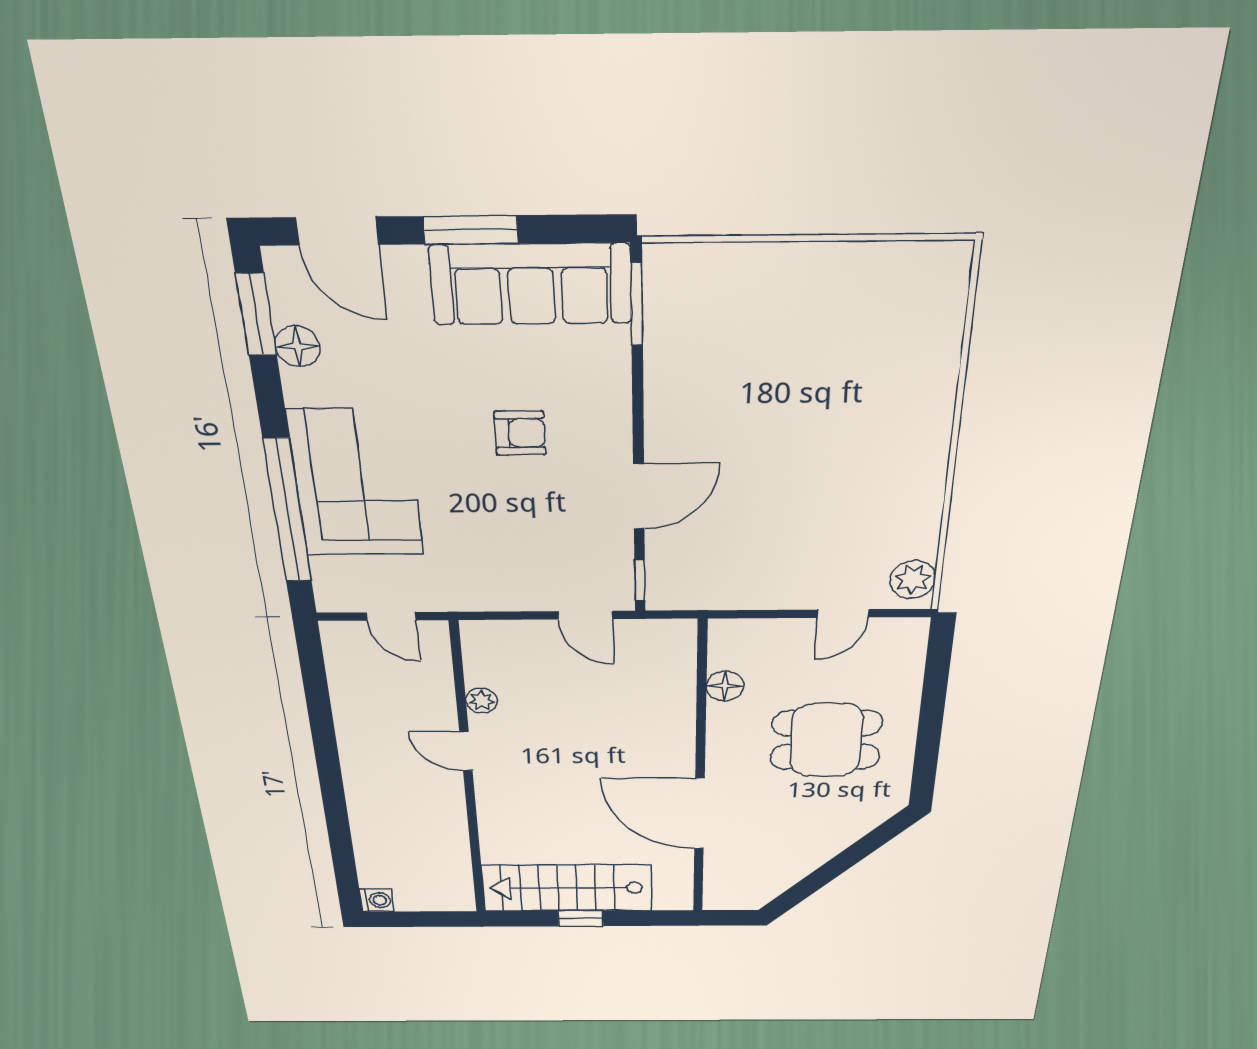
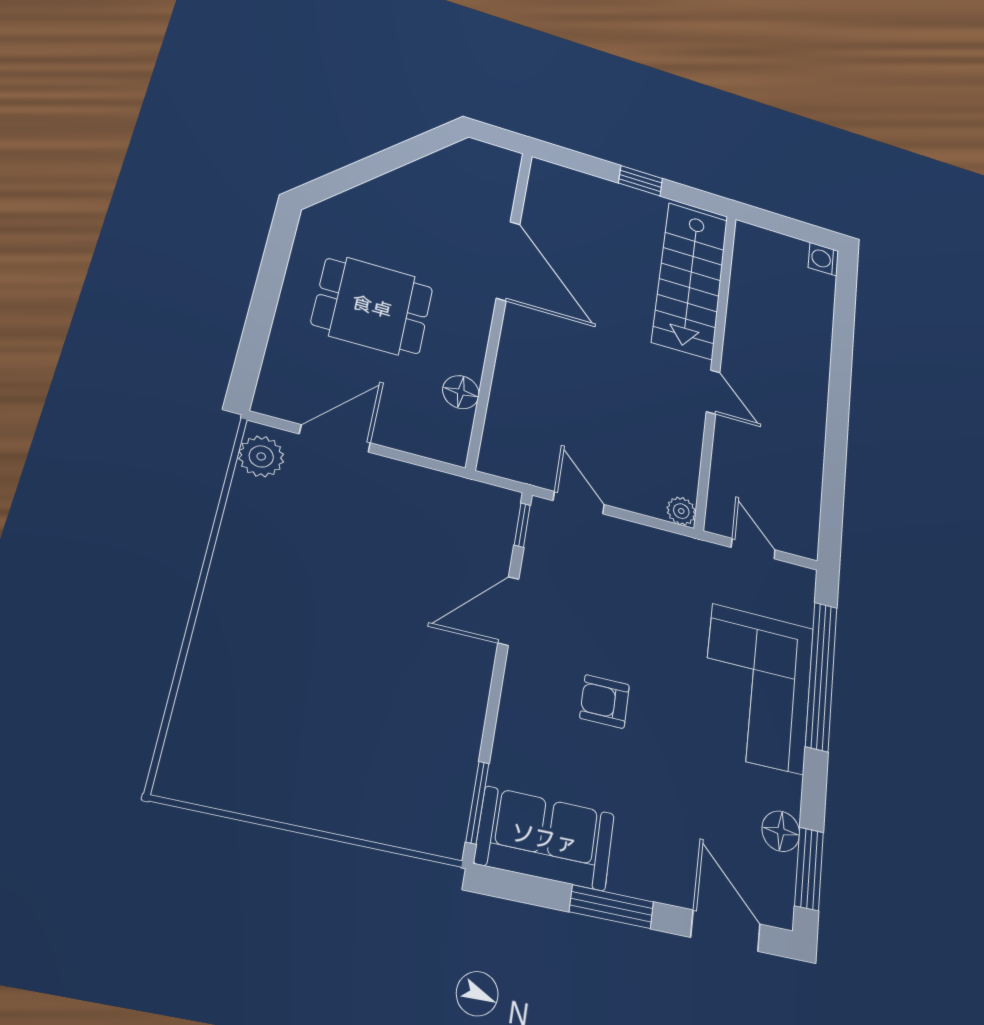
sofa: (531, 284) -> (545, 838), width x0.73
door: (843, 614) -> (335, 438), width x1.37
plant: (482, 700) -> (681, 511), moved
stairs: (567, 888) -> (690, 280), moved, turned 90

